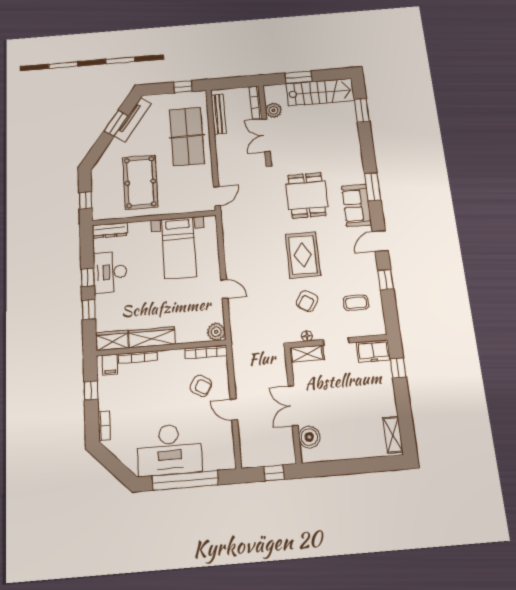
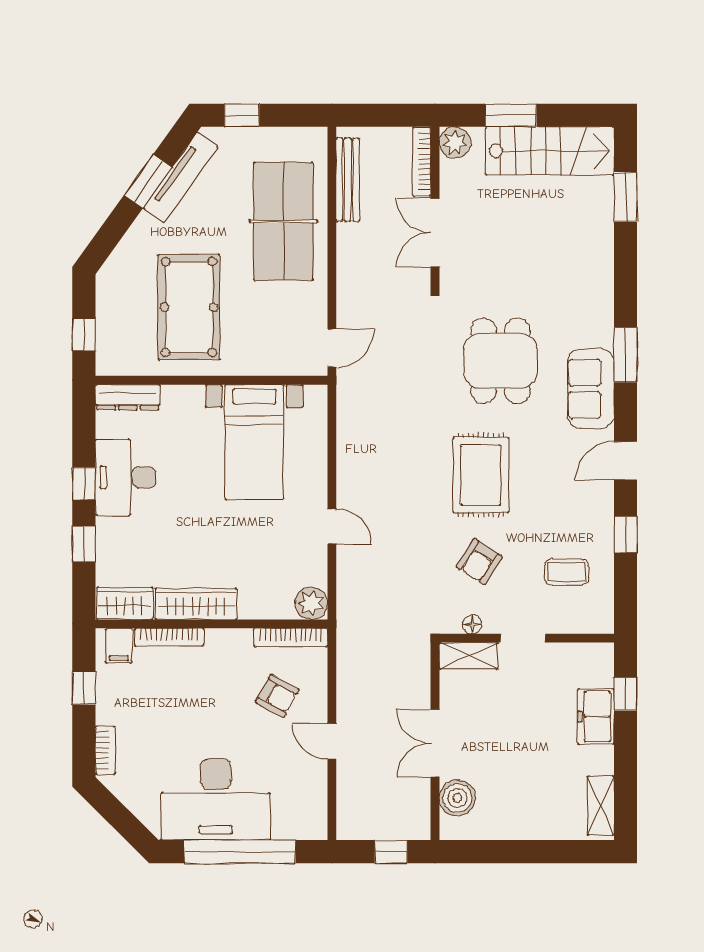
window: (183, 87) -> (242, 115), moved
plant: (273, 110) -> (455, 142), moved
freezer: (373, 351) -> (596, 717), moved, turned 90

